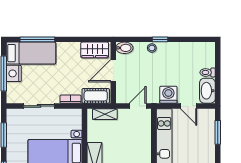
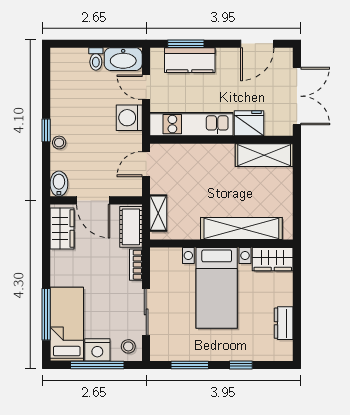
stool: (16, 94) -> (128, 346), added
door: (138, 106) -> (146, 164), hinge flipped
door: (189, 106) -> (146, 87), swing flipped
kitchen counter: (207, 135) -> (190, 60), added

